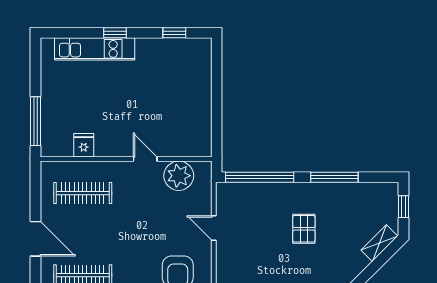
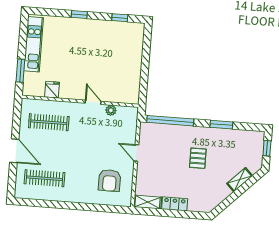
kitchen unit: (95, 49) -> (33, 44), moved, turned -90
window: (36, 121) -> (20, 71), width x0.69
plant: (179, 176) -> (111, 110), width x0.53, depth x0.53
window: (334, 177) -> (221, 125), width x0.69
shelving: (379, 243) -> (240, 180), moved

